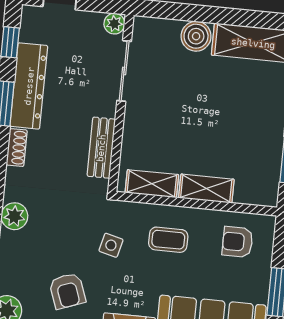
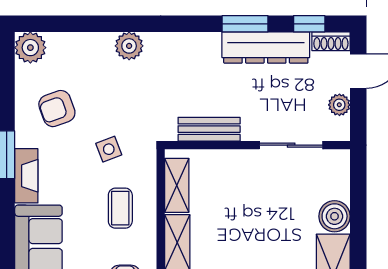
plant: (114, 24) -> (339, 105), moved
shoe rack: (17, 147) -> (331, 41), moved
side table: (111, 245) -> (109, 149), turned -35

